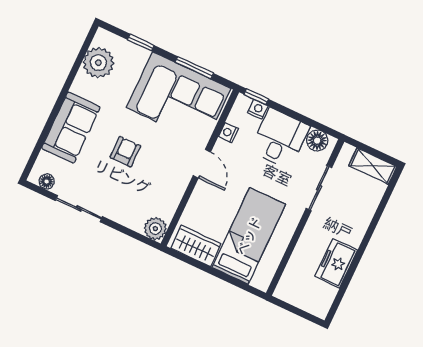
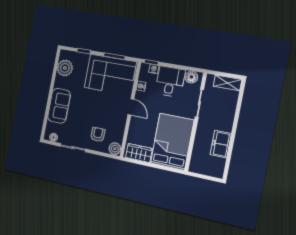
armchair: (125, 152) -> (98, 135), moved
bed: (249, 236) -> (172, 142), width x1.50

